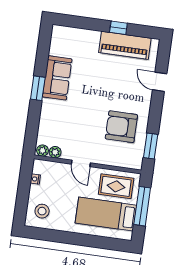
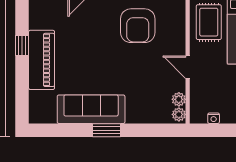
piano: (125, 45) -> (42, 60), moved
sofa: (57, 78) -> (91, 109), width x1.36
door: (81, 163) -> (188, 67), swing flipped

